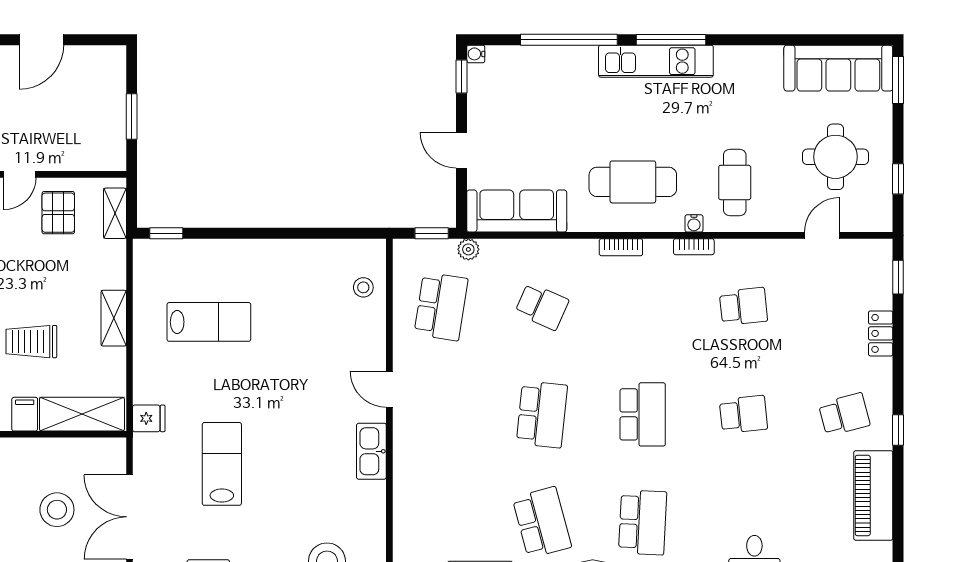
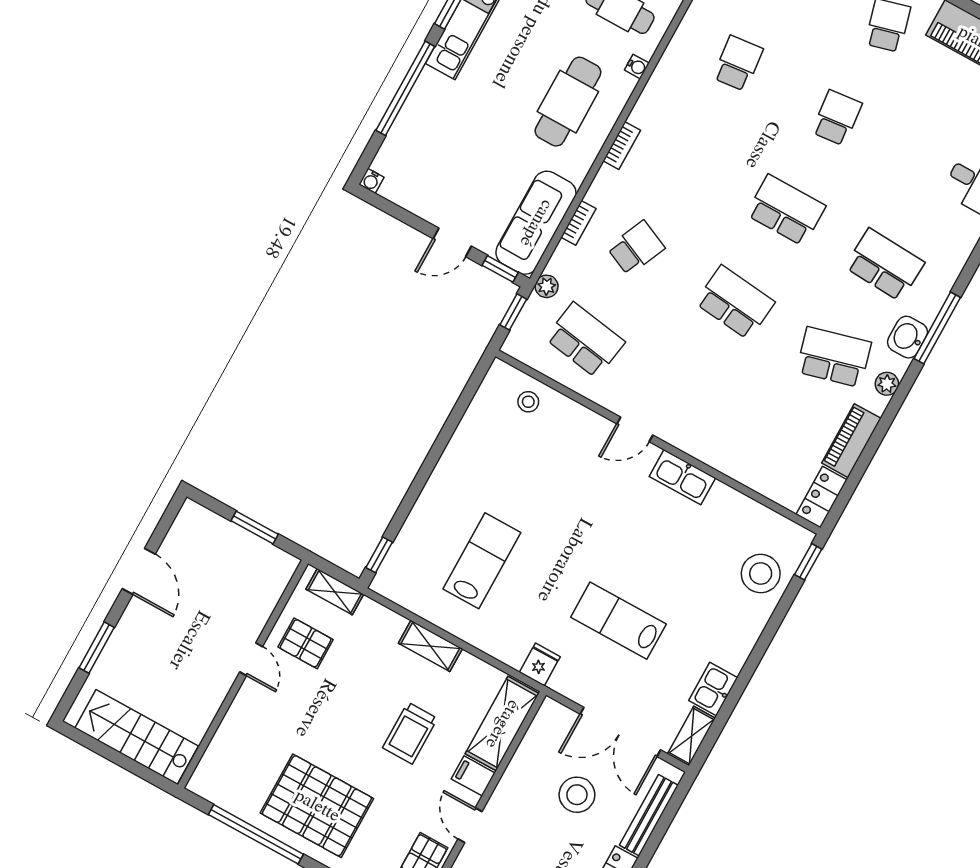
window: (462, 76) -> (500, 269), moved
bookcase: (694, 247) -> (578, 223), moved

